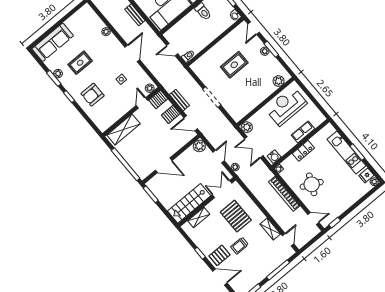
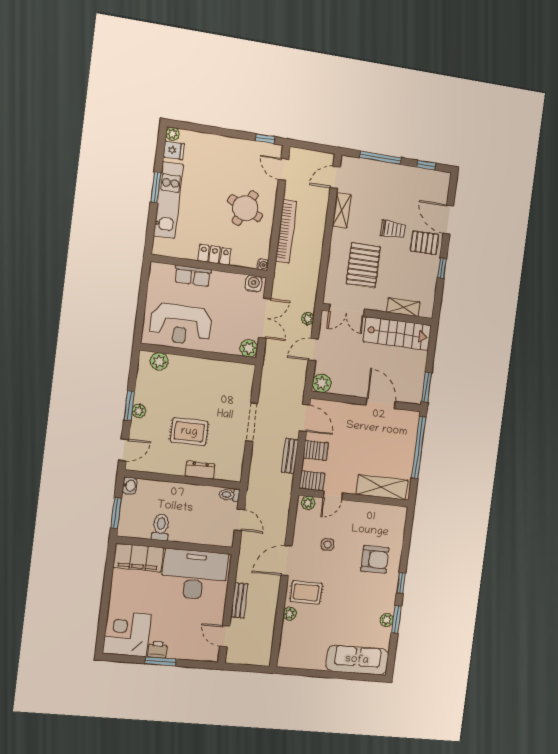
dresser: (212, 53) -> (200, 470), added
rug: (80, 63) -> (306, 592), moved

